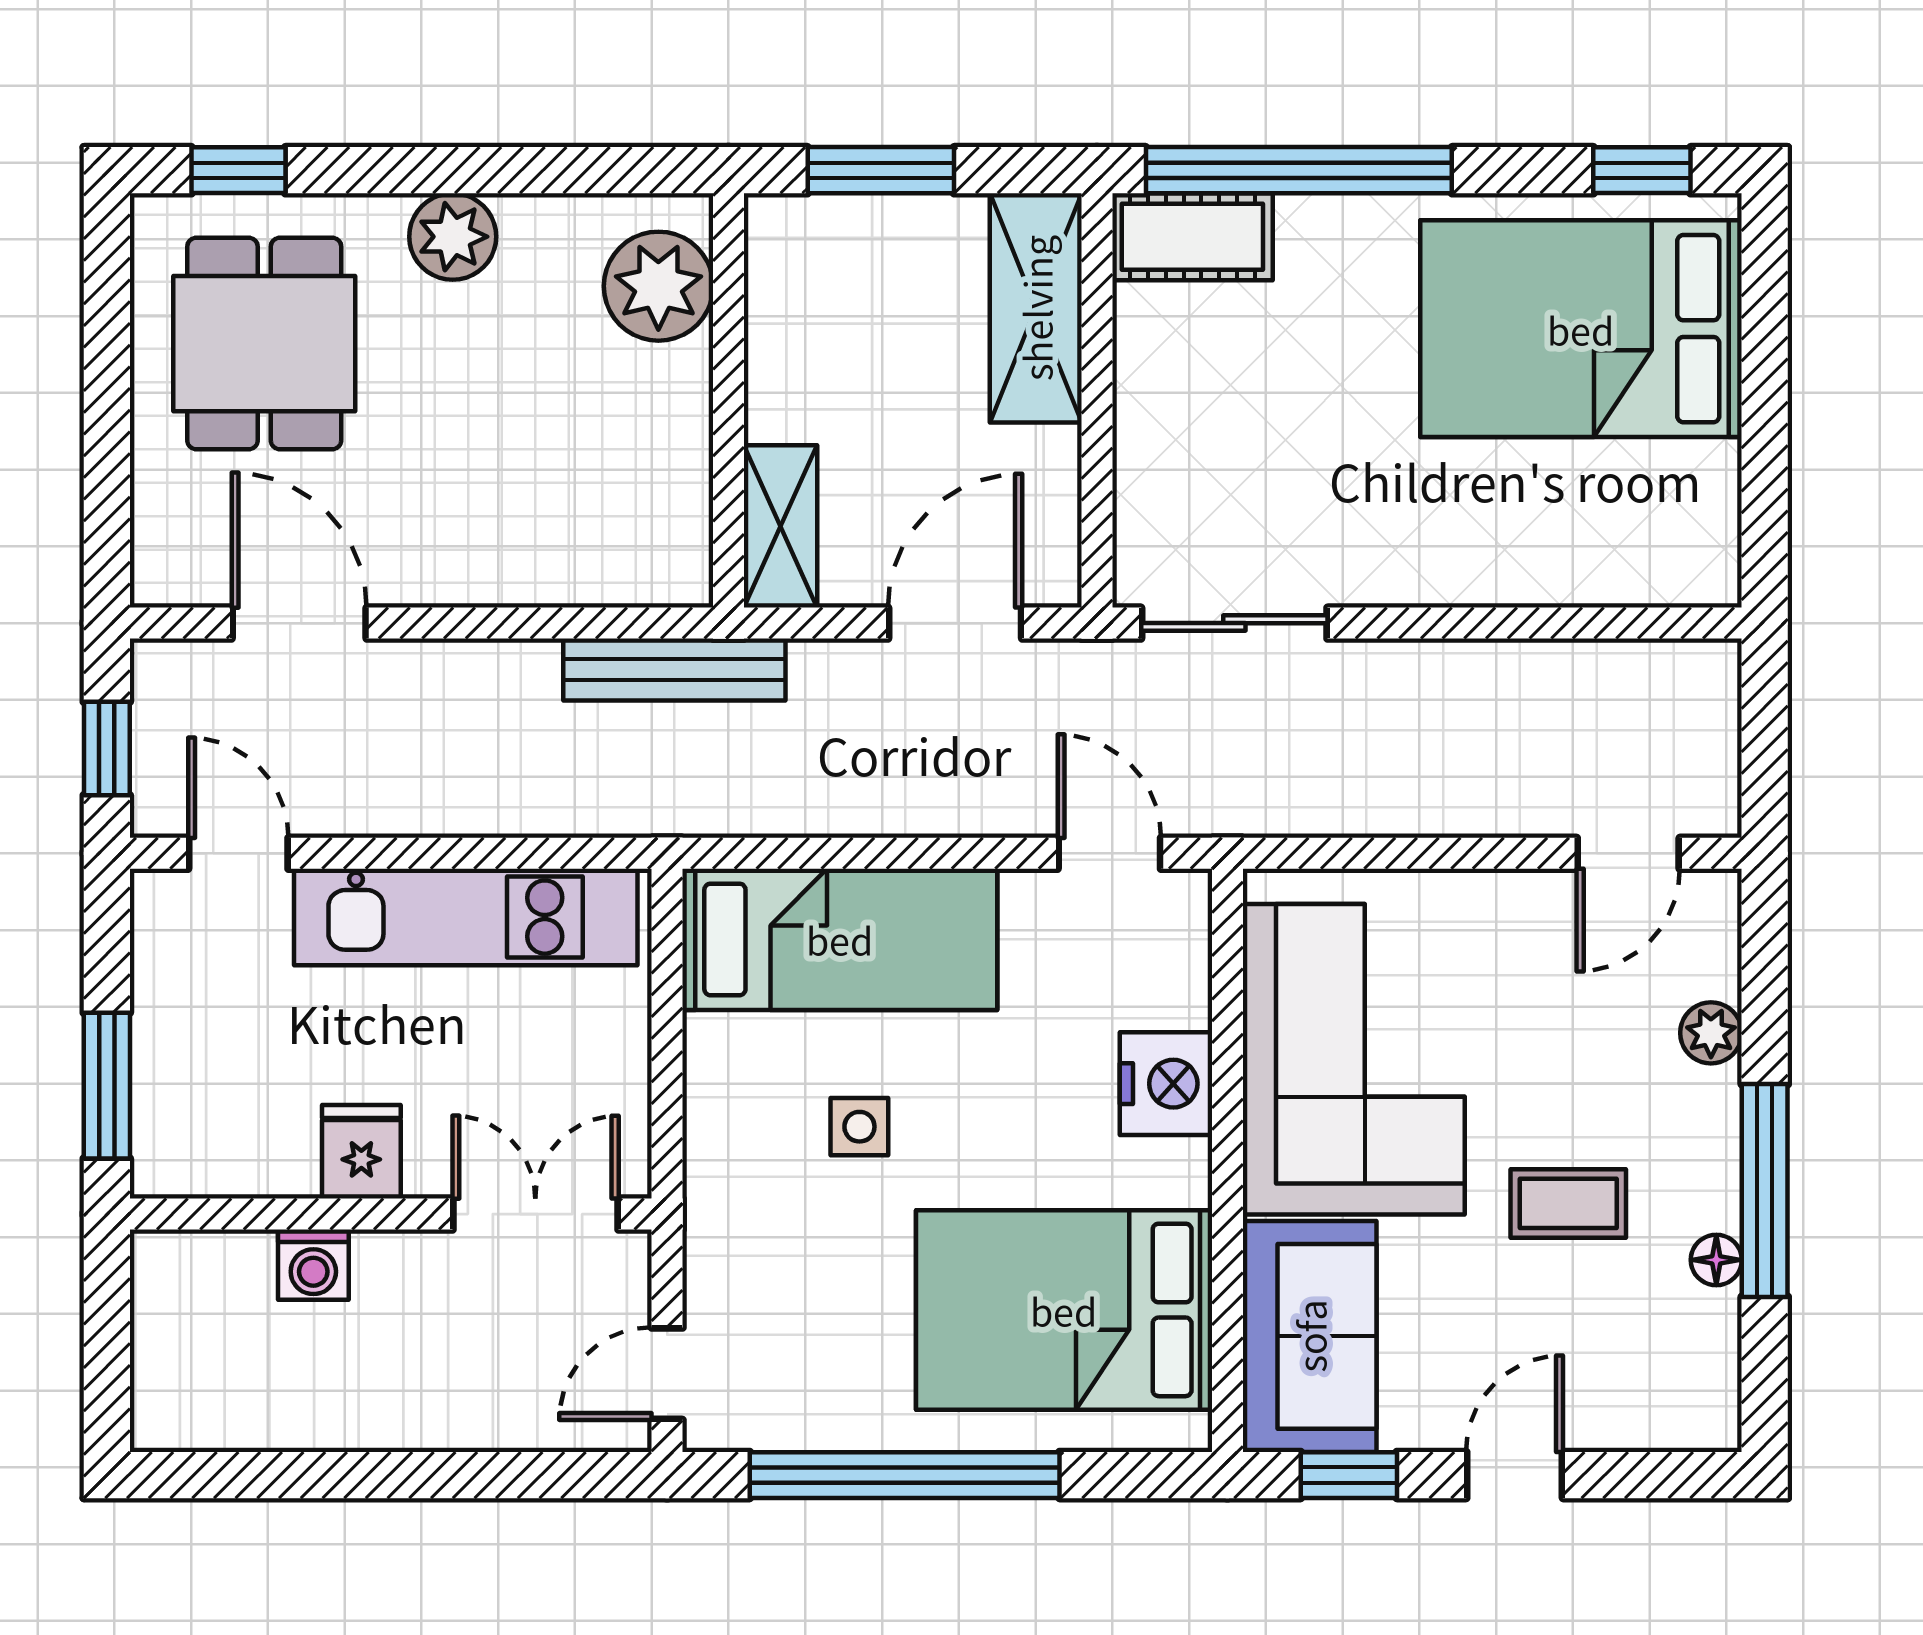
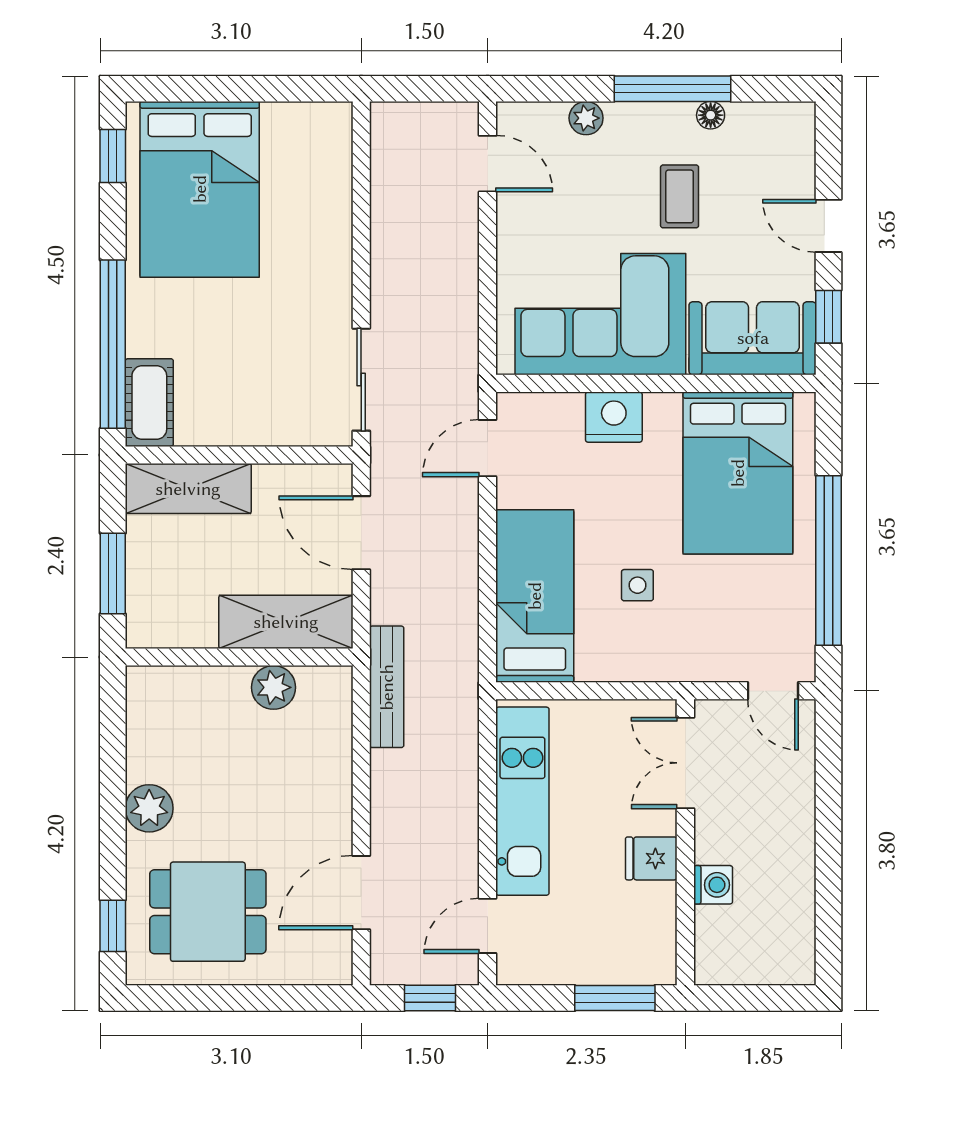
plant: (658, 286) -> (274, 687), moved, width x0.73, depth x0.73
shelving: (780, 526) -> (286, 622), width x1.50, depth x1.33

